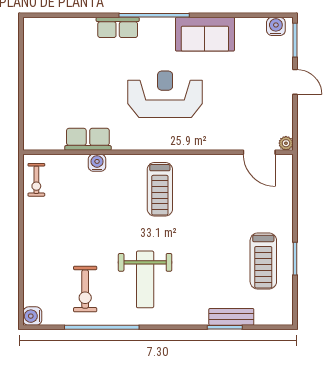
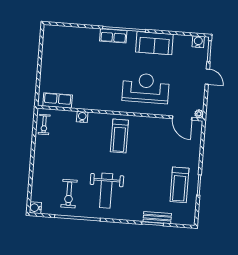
row of seats: (118, 27) -> (113, 36), moved
reception desk: (165, 94) -> (146, 88), moved
row of seats: (88, 139) -> (58, 100), moved

